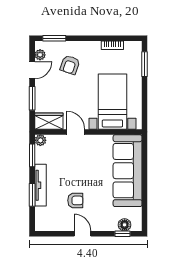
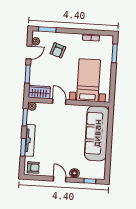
armchair: (75, 200) -> (33, 168), moved
floor lamp: (125, 225) -> (74, 173), moved

